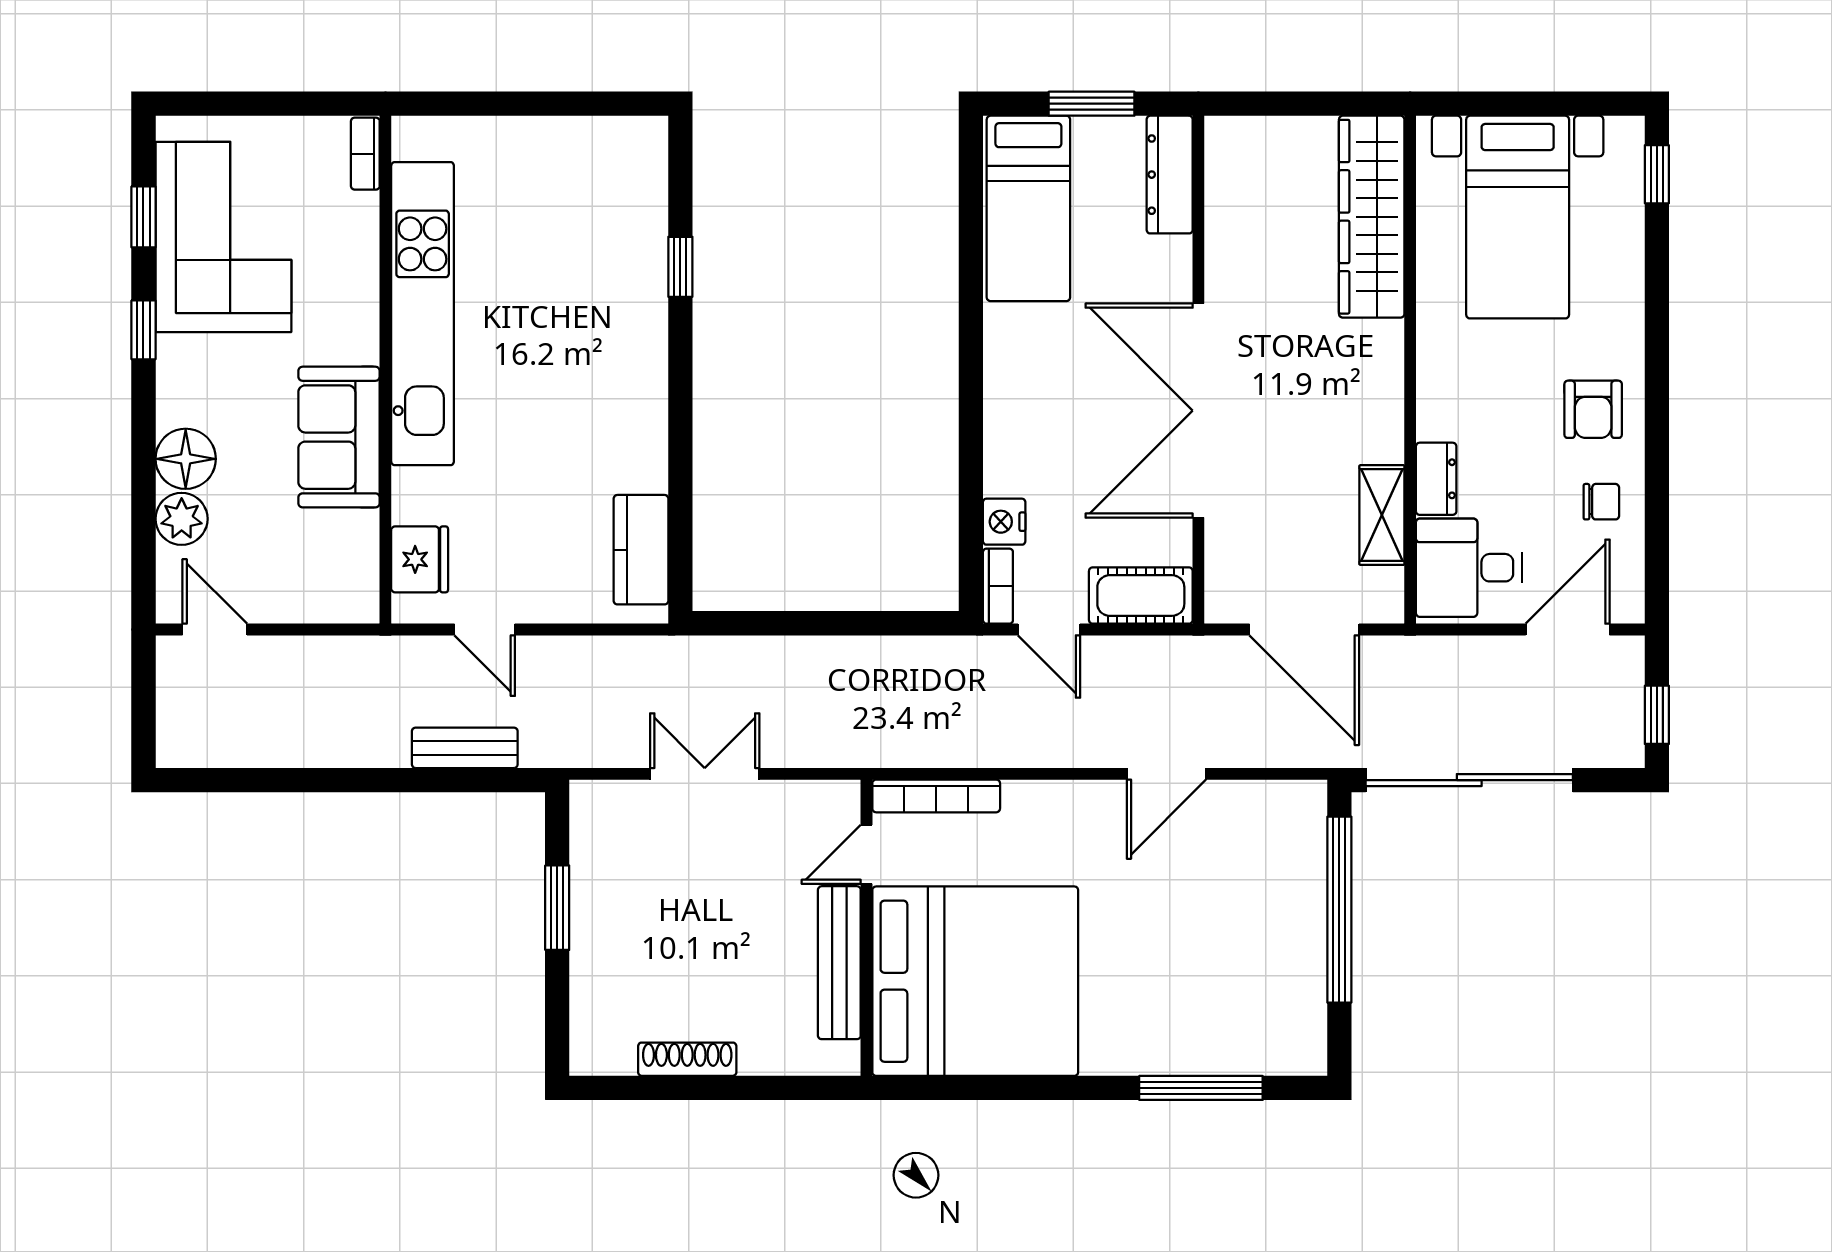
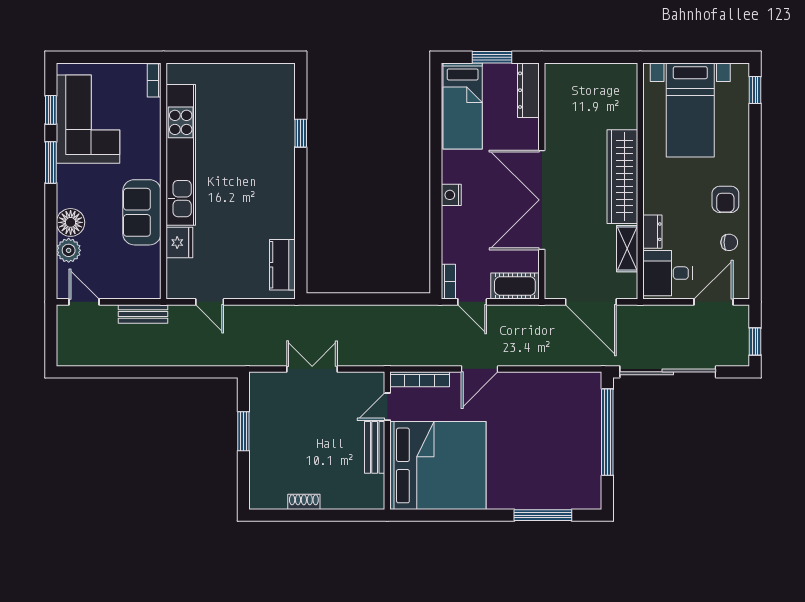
wardrobe: (1372, 217) -> (622, 177), moved
window: (143, 330) -> (51, 162), width x1.50
nightstand: (1004, 522) -> (451, 195), moved
fridge: (420, 559) -> (179, 243), moved
bench: (465, 748) -> (143, 314), moved
door: (1166, 774) -> (480, 369), moved
bench: (839, 963) -> (375, 447), width x0.73
shoe rack: (687, 1059) -> (304, 502), width x0.70

